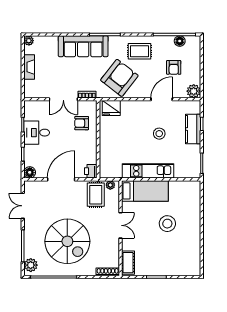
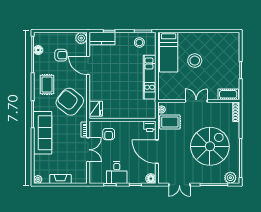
kitchen counter: (193, 129) -> (102, 39), moved
stool: (159, 134) -> (139, 42), moved
bed: (145, 191) -> (169, 52), moved, turned 180

